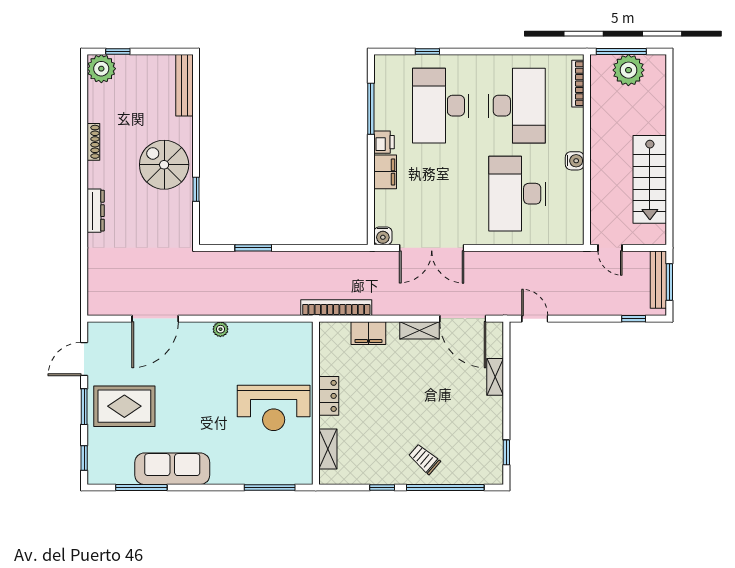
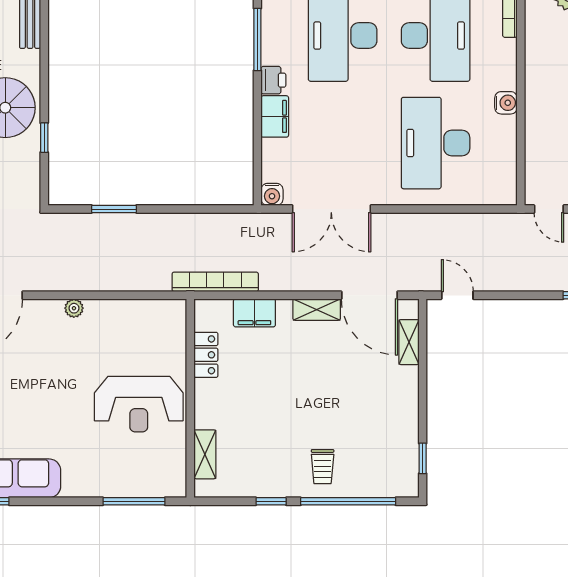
shelving: (495, 377) -> (409, 342), moved
locker: (329, 396) -> (206, 355), moved
trolley: (424, 459) -> (323, 467), turned -131

